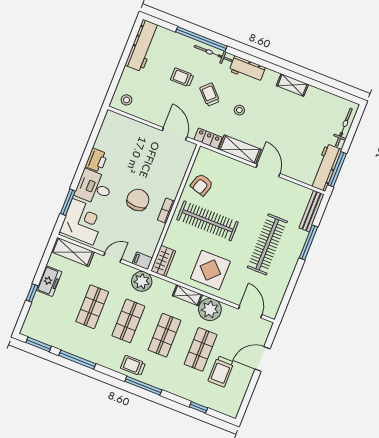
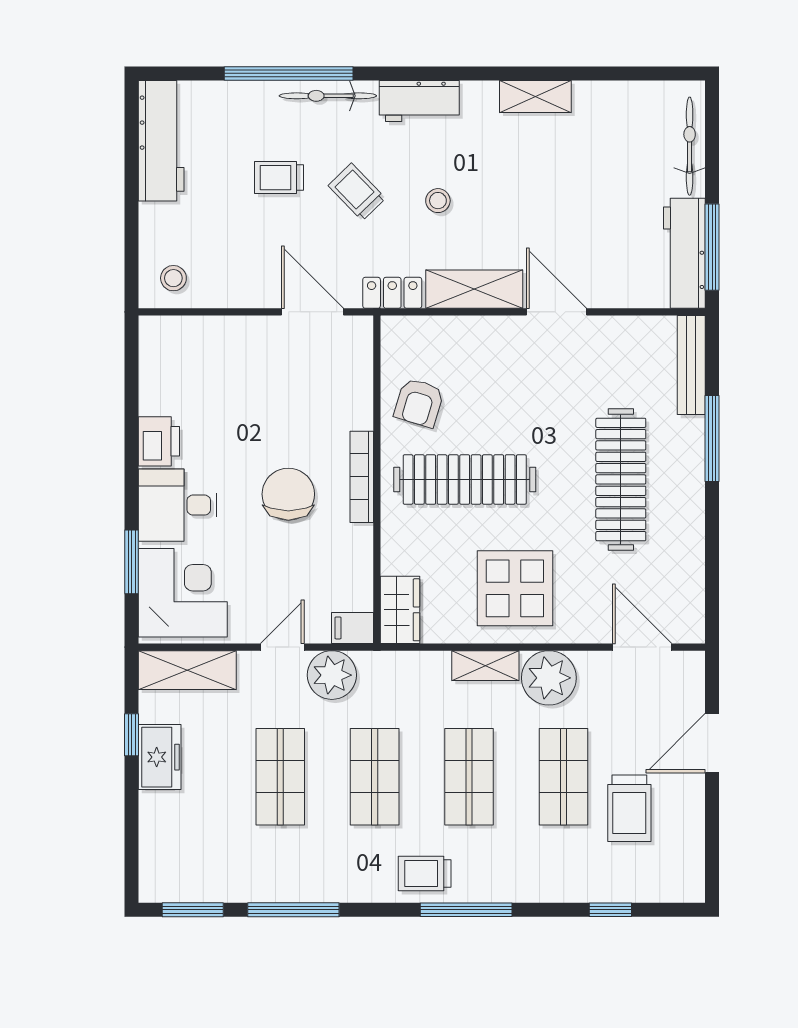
bookcase: (166, 211) -> (362, 477), width x1.56
plant: (142, 281) -> (332, 675), moved
window: (32, 293) -> (132, 735), moved

